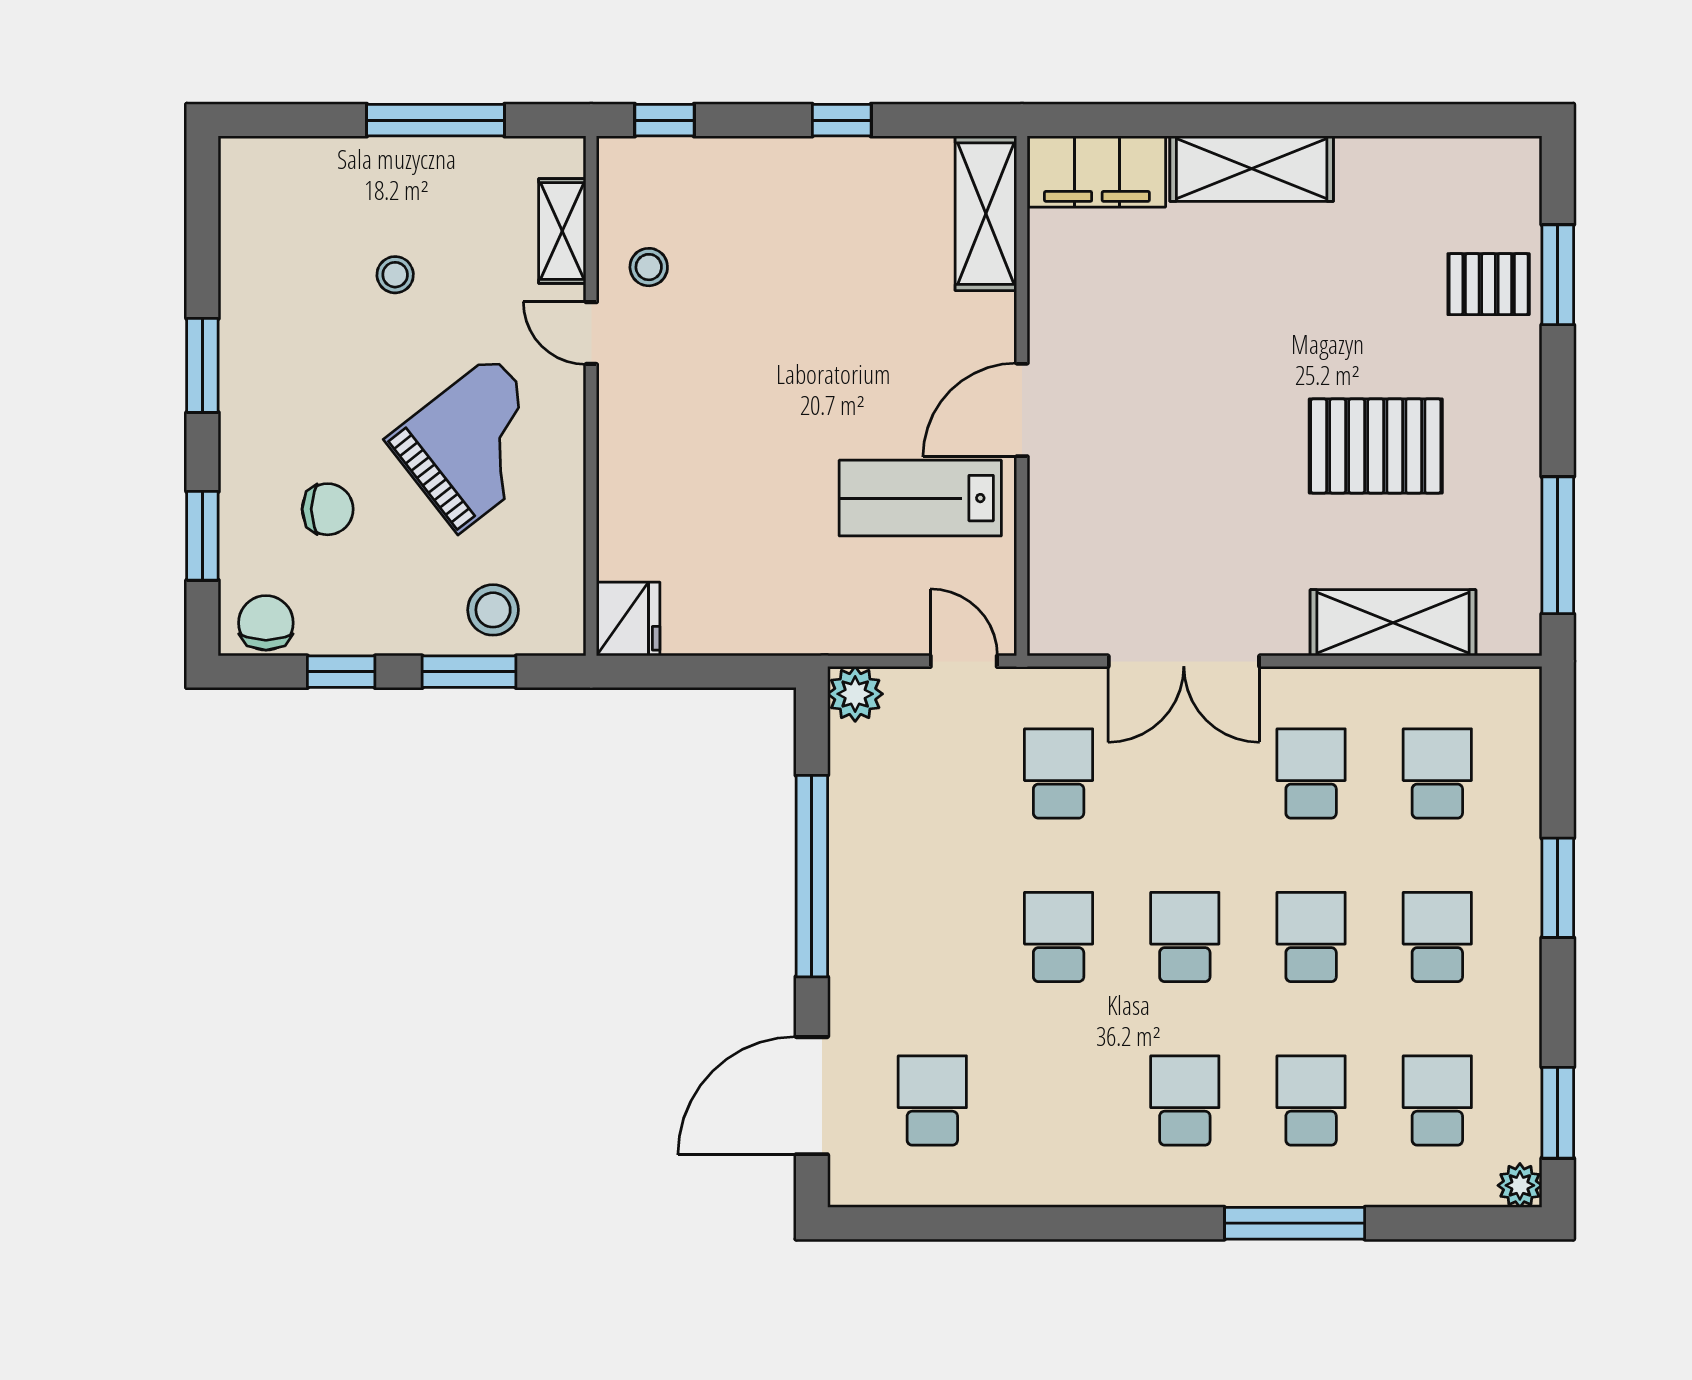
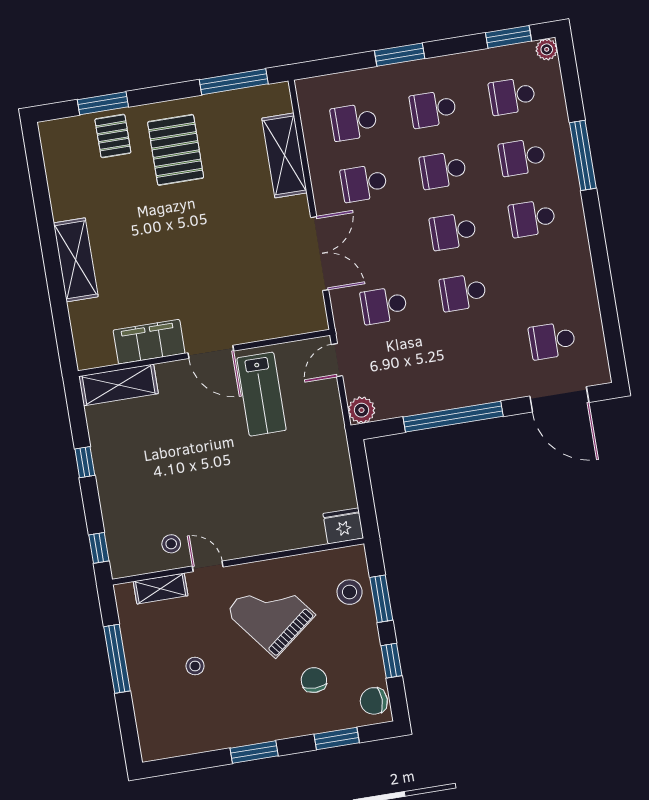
filing cabinet: (1097, 171) -> (149, 342), moved, turned -90
door: (591, 333) -> (208, 566), swing flipped
pallet: (1376, 446) -> (176, 150), moved

